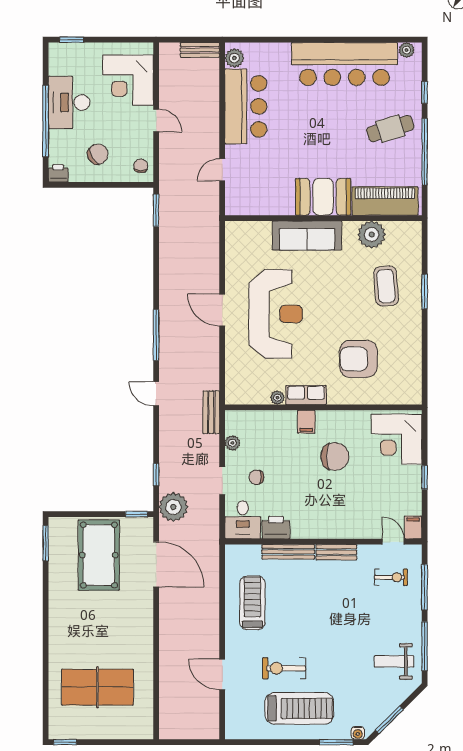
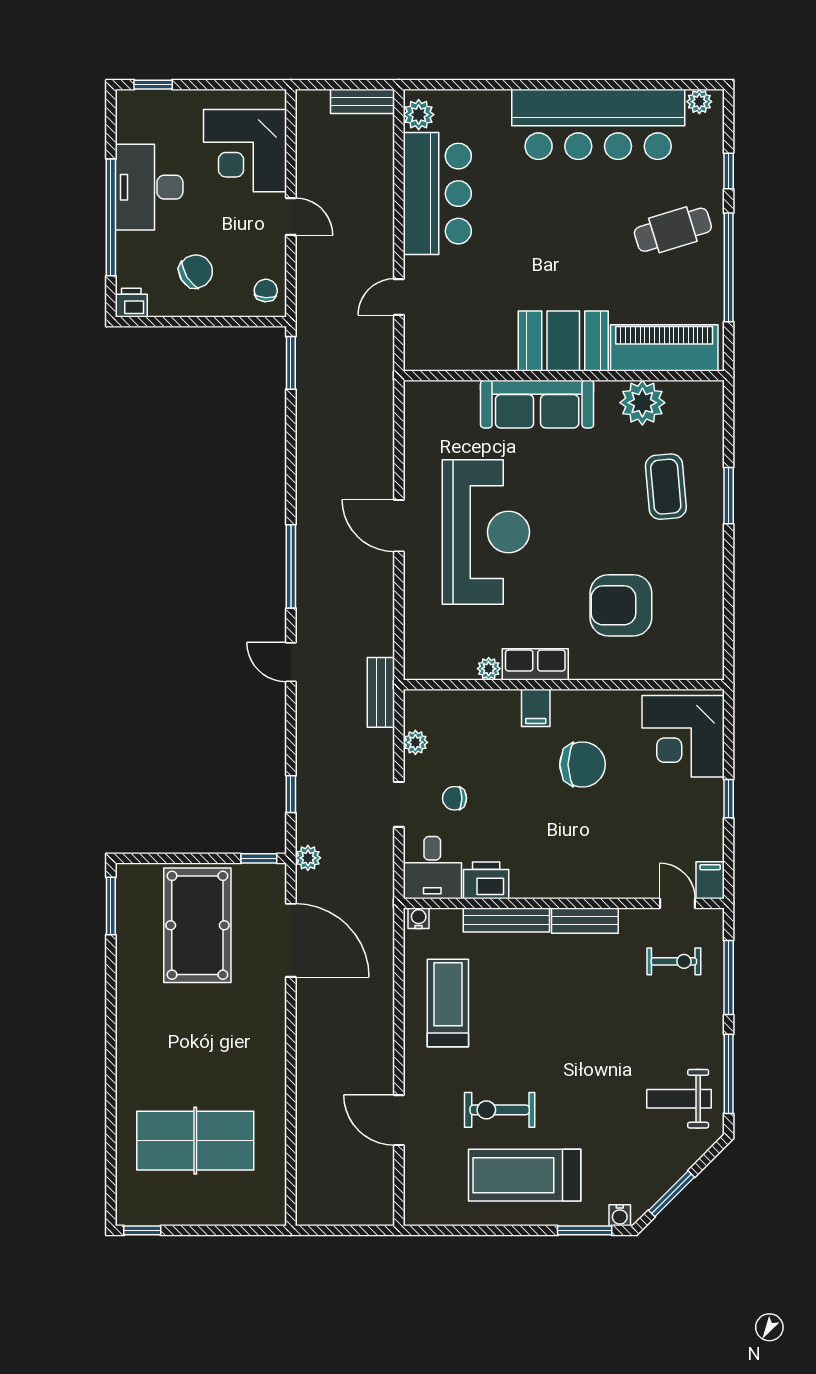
plant: (173, 507) -> (308, 858), width x0.53, depth x0.53
water cooler: (234, 551) -> (419, 918), added
treadmill: (299, 708) -> (525, 1175), turned 180

